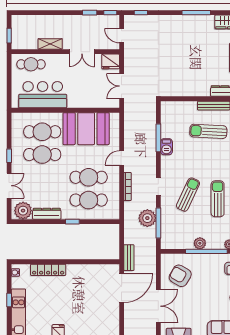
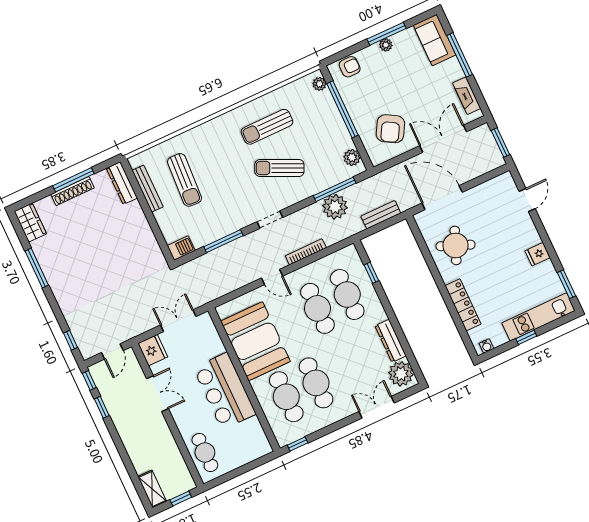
shelving: (50, 44) -> (152, 489), moved
double door: (122, 86) -> (178, 321), swing flipped
bar counter: (43, 95) -> (225, 391), moved
barbecue: (166, 147) -> (181, 248), moved
window: (9, 156) -> (298, 444), moved
doorway: (158, 187) -> (270, 220), moved
window: (72, 222) -> (371, 273), moved
plant: (200, 243) -> (352, 157), moved
bench: (129, 258) -> (381, 215), moved
round table: (88, 283) -> (455, 245), added

